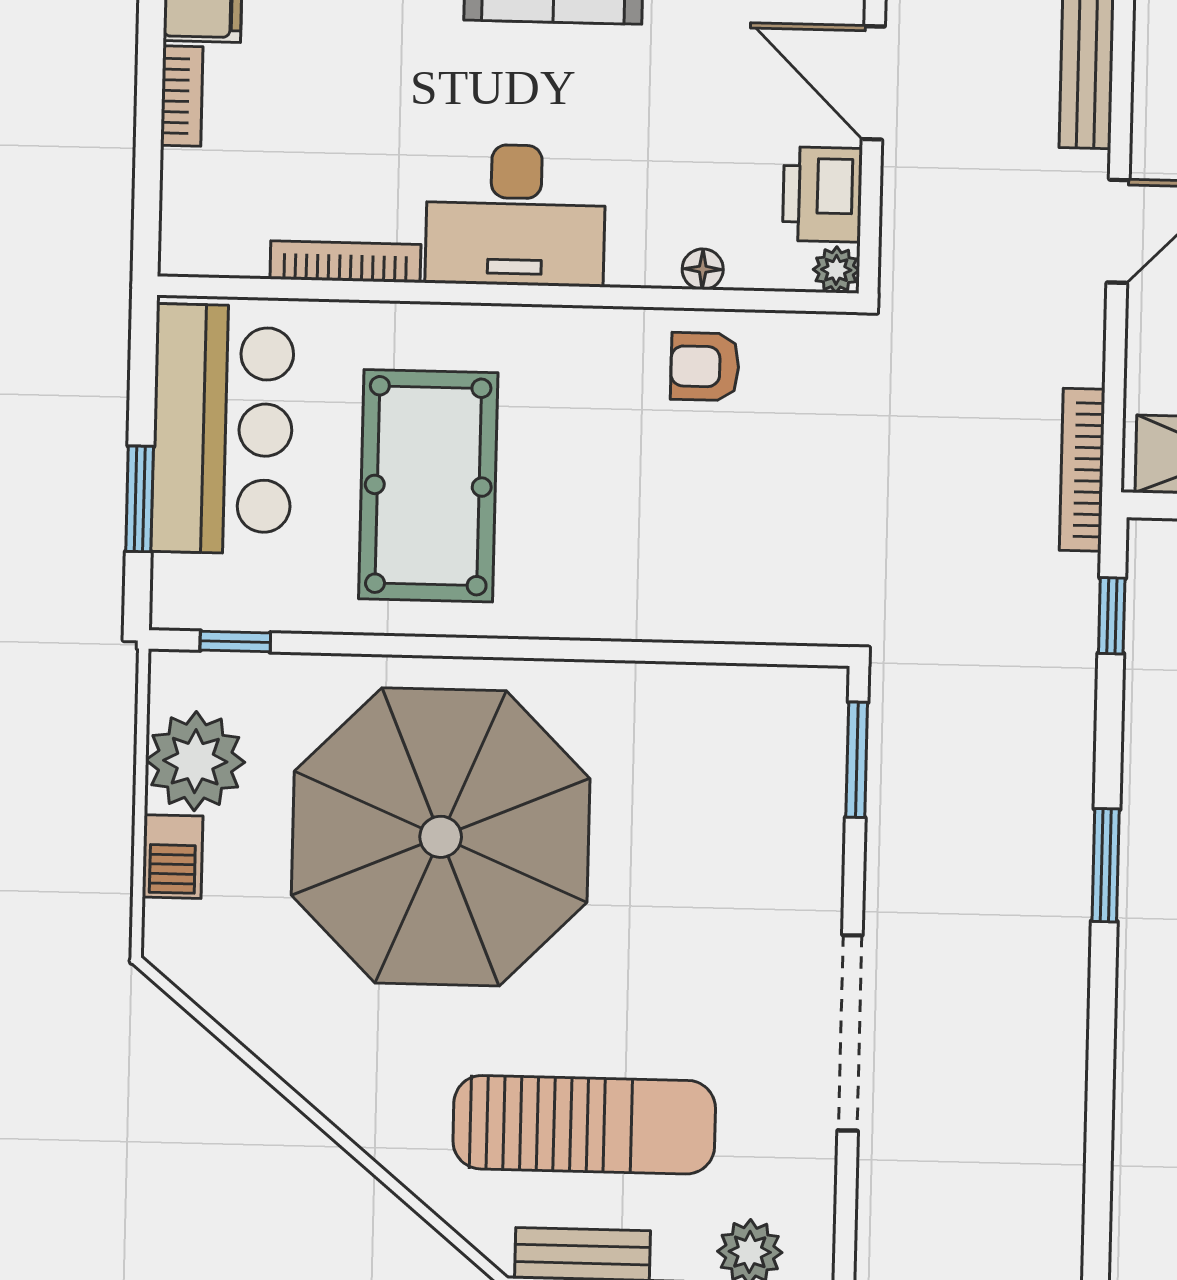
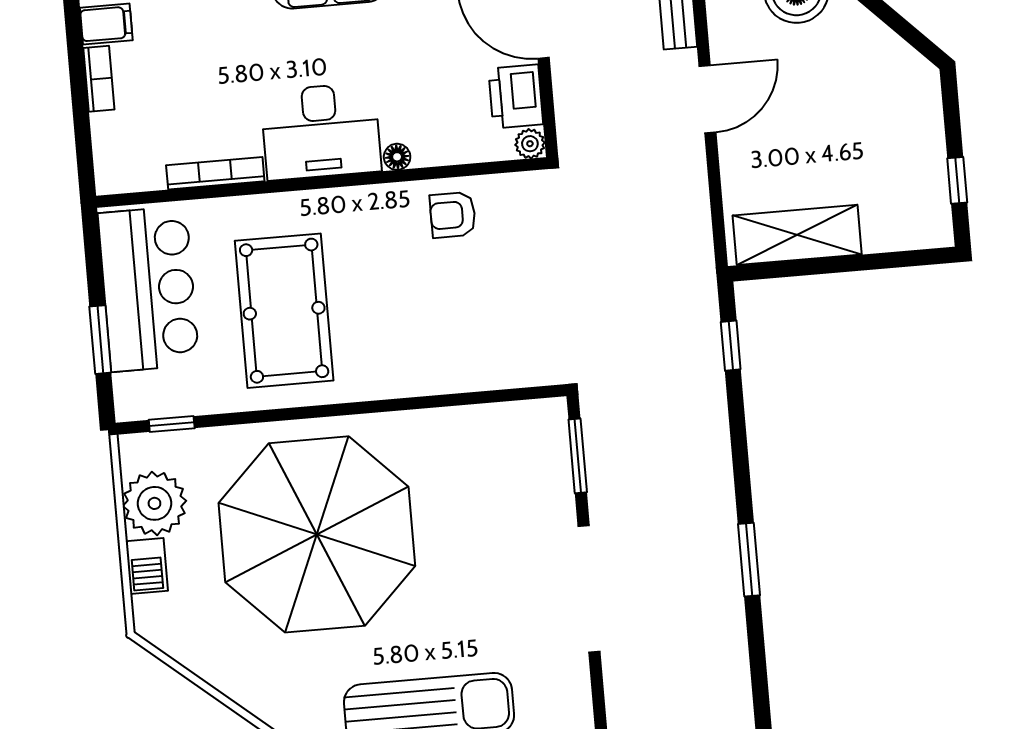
floor lamp: (703, 269) -> (397, 157), moved
bookcase: (1082, 470) -> (701, 254), removed
window: (1106, 865) -> (749, 560), moved
doorway: (850, 1033) -> (589, 589), moved

